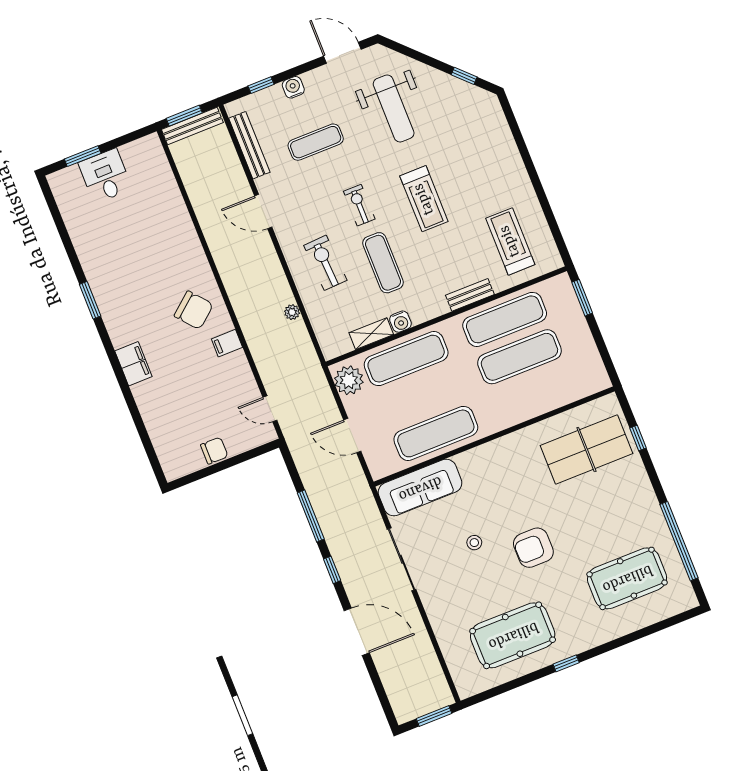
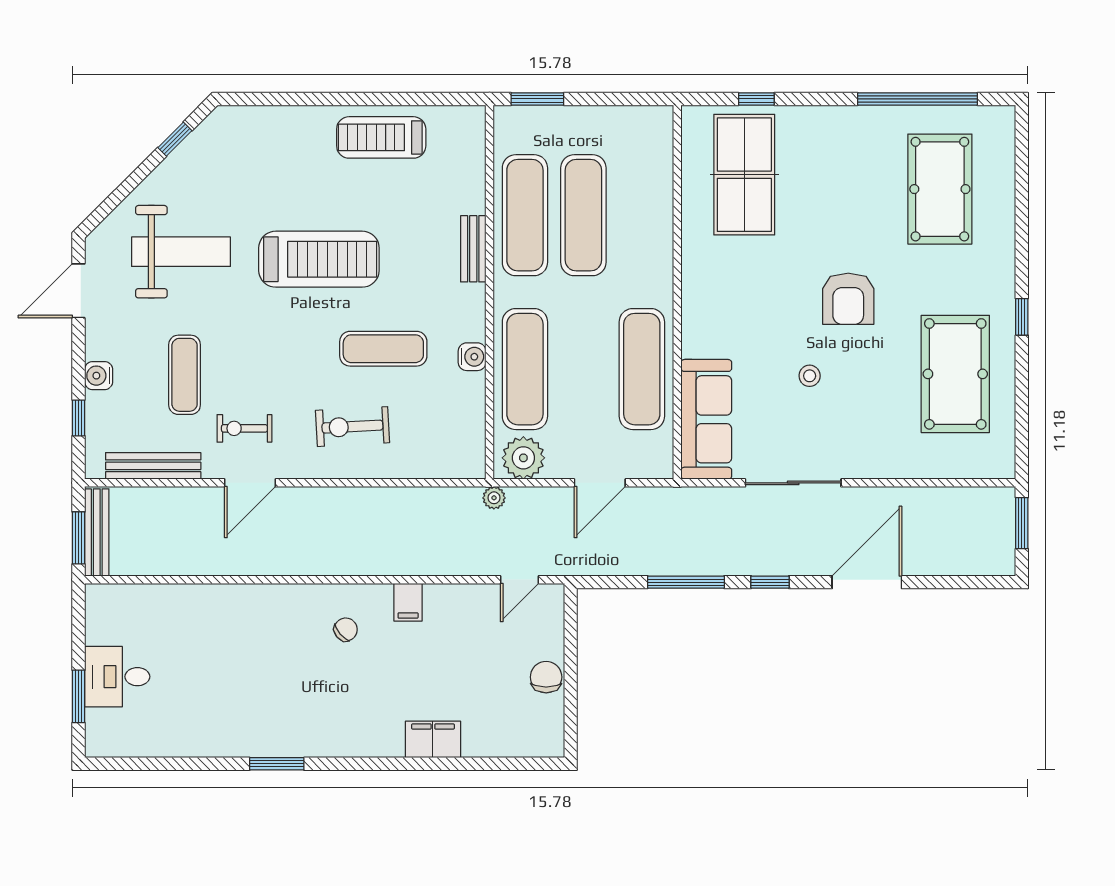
treadmill: (424, 199) -> (319, 259), width x1.37, depth x1.38
exercise bike: (359, 205) -> (244, 428), moved
treadmill: (510, 241) -> (381, 137), moved
chair: (194, 310) -> (346, 629), width x0.54, depth x0.54
plant: (292, 312) -> (494, 498), moved
shelving: (371, 334) -> (473, 403), removed
filing cabinet: (133, 364) -> (433, 739), moved

